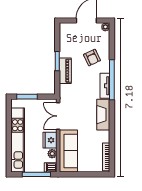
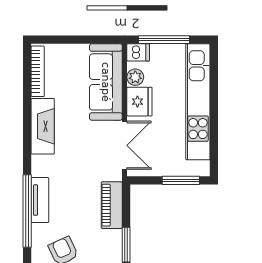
piano: (65, 71) -> (112, 205), moved
fireplace: (103, 115) -> (43, 126), moved

